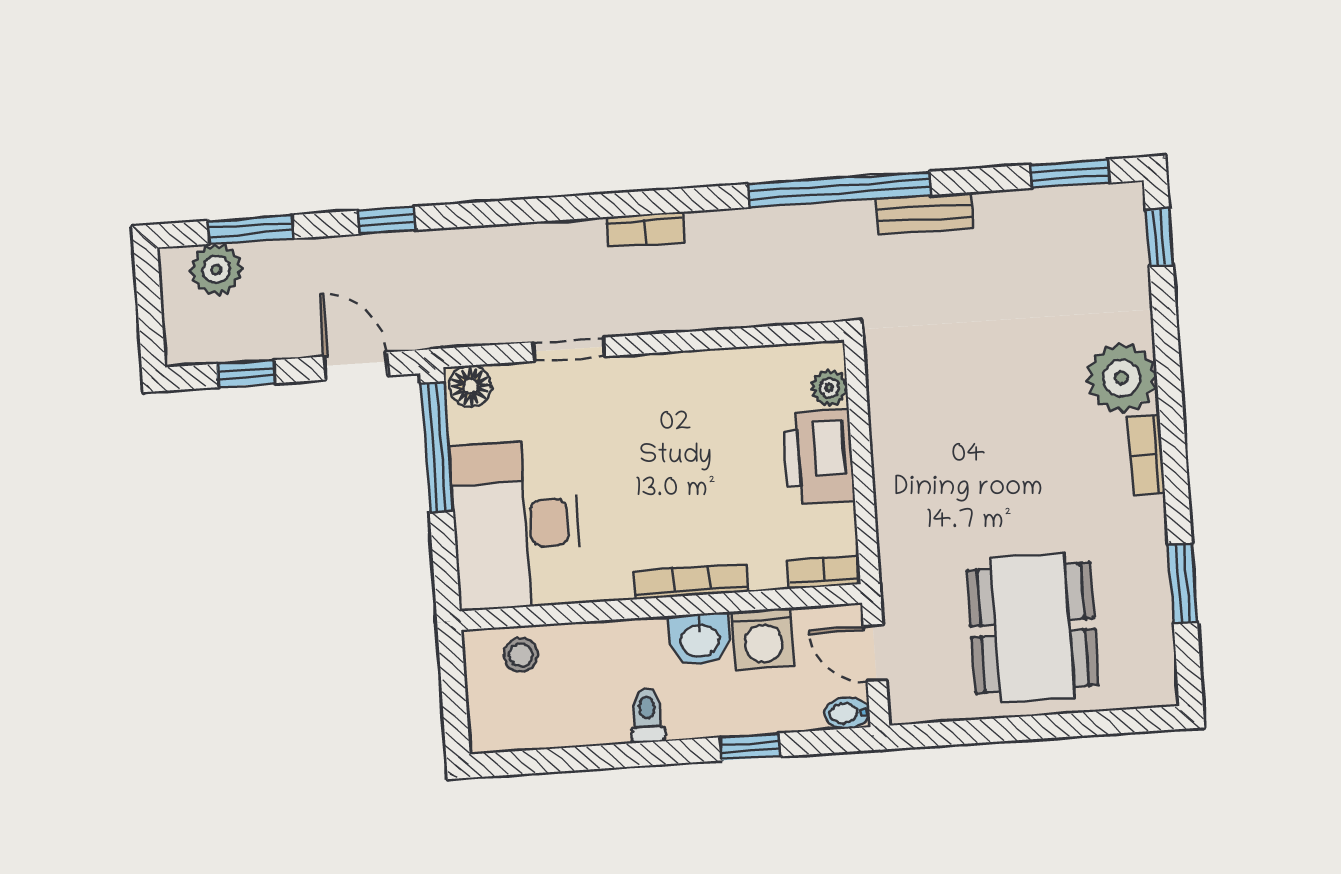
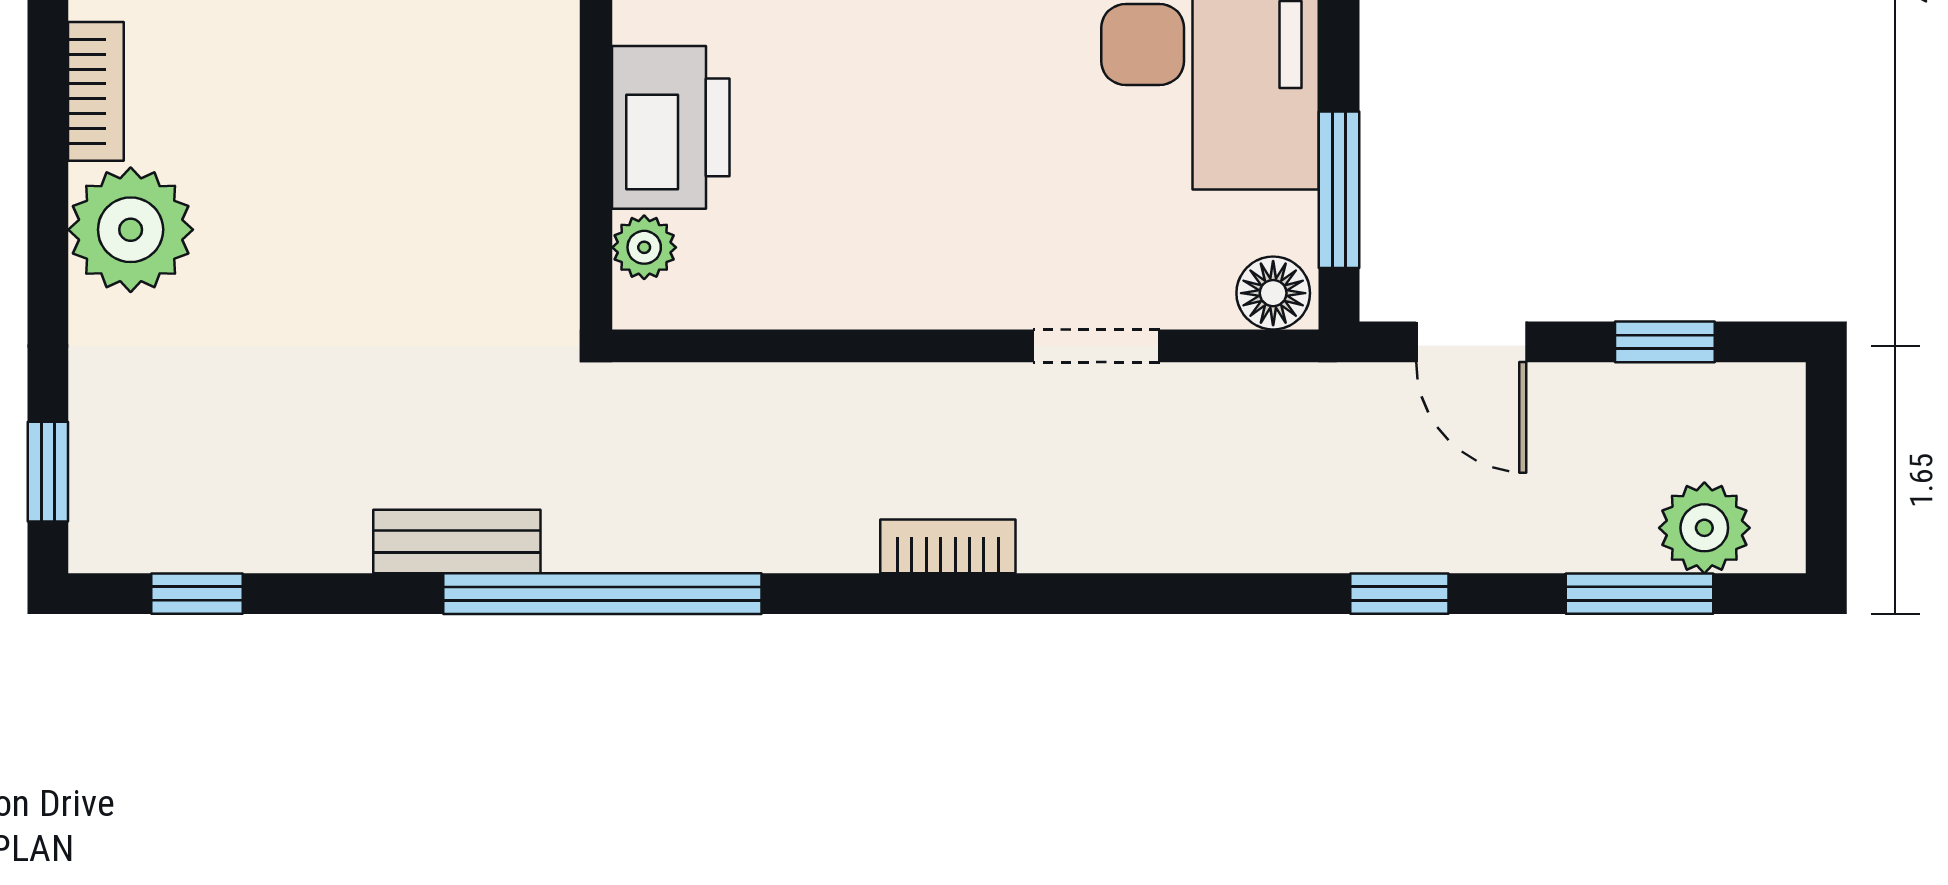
window: (1070, 174) -> (197, 594), width x0.67
window: (437, 447) -> (1339, 190), width x0.69

